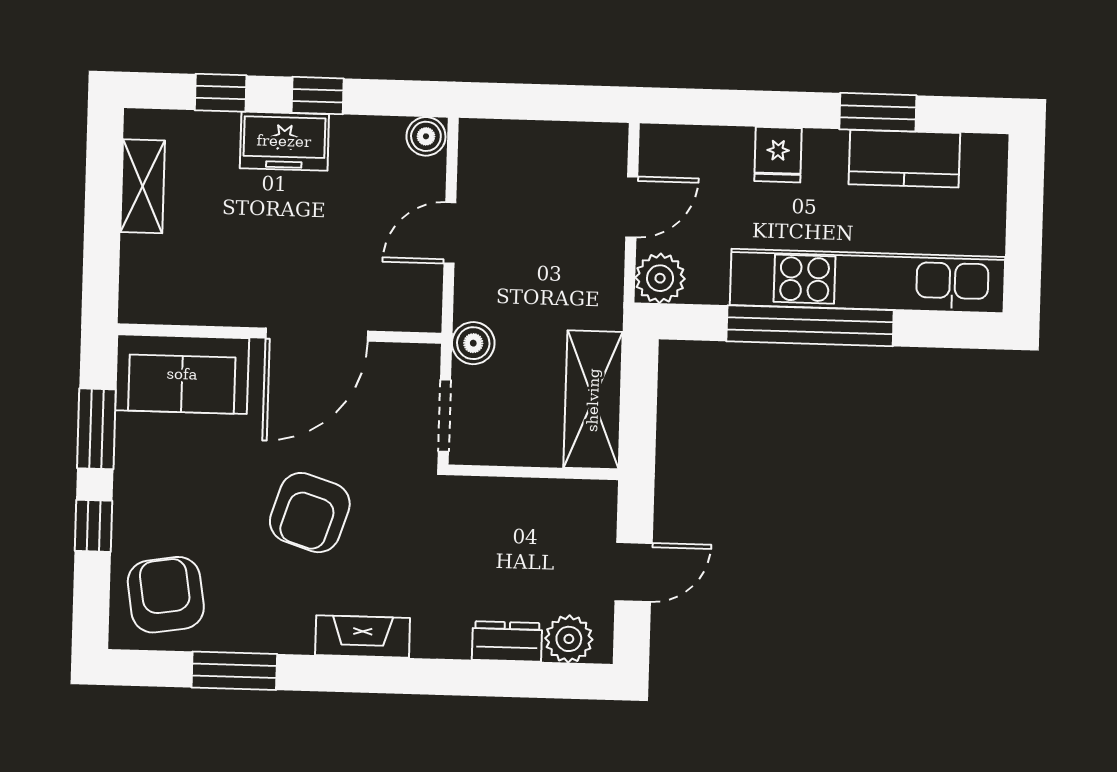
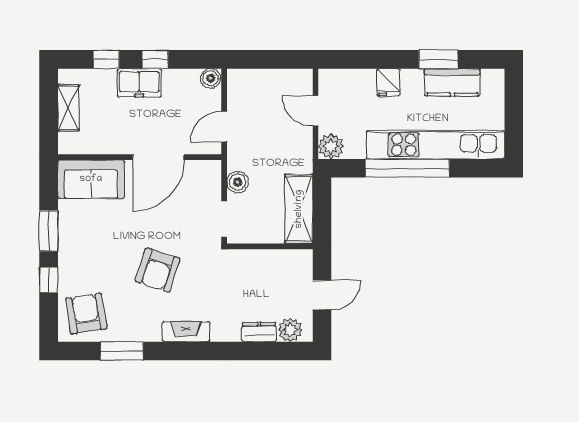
door: (632, 207) -> (316, 111), swing flipped
wall: (279, 334) -> (140, 157), moved
door: (317, 335) -> (158, 157), moved
sofa: (182, 374) -> (91, 179), moved

